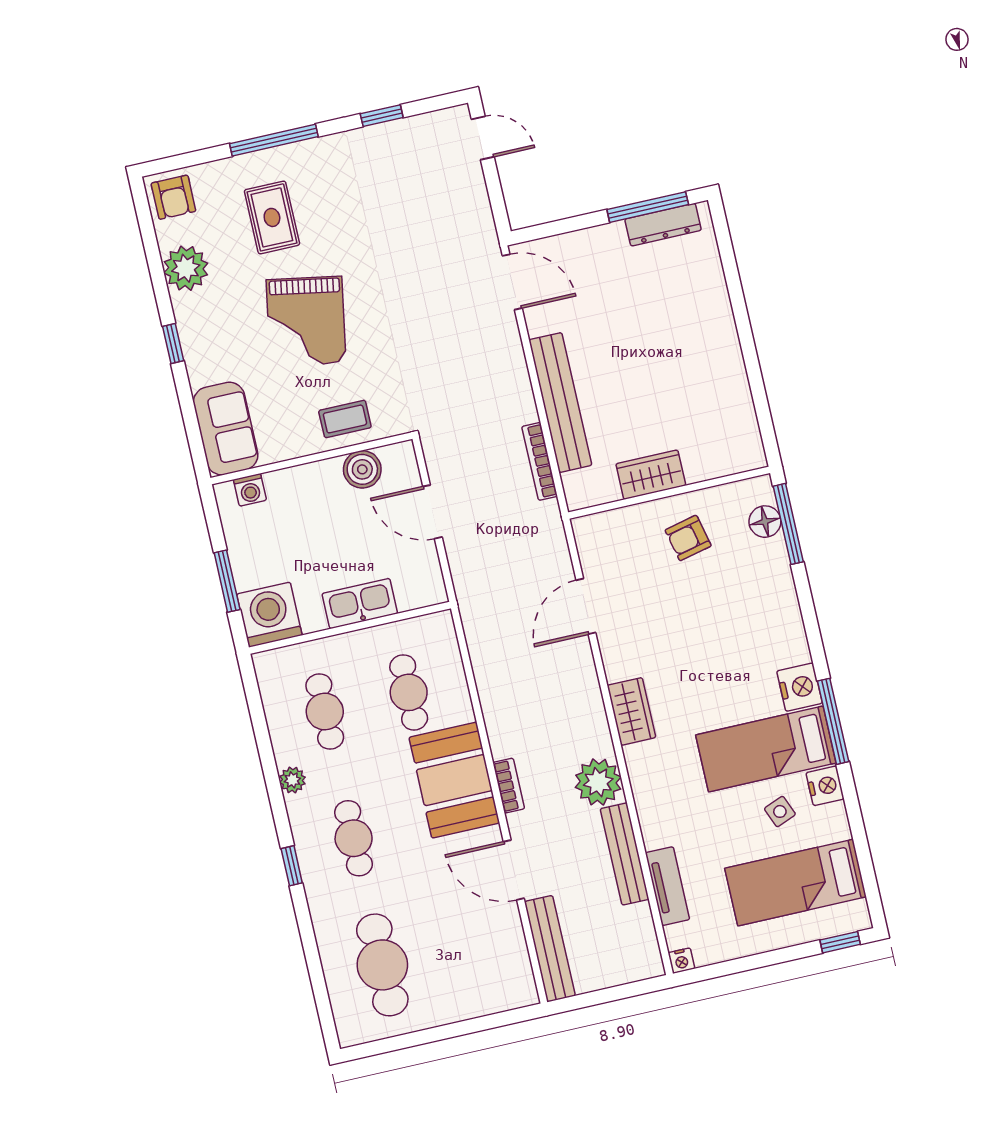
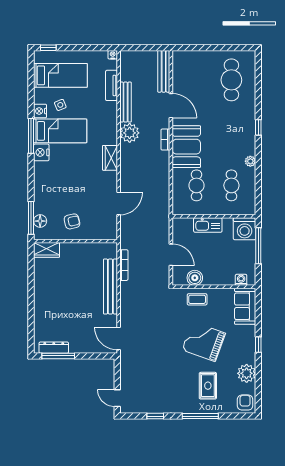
grand piano: (306, 321) -> (204, 342), turned -80
wardrobe: (651, 475) -> (47, 250), moved
window: (227, 581) -> (258, 246), width x1.44
cafe table: (354, 838) -> (231, 133), removed

